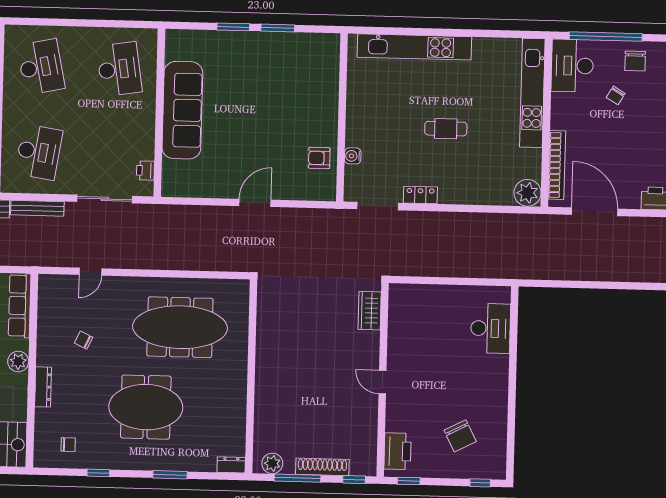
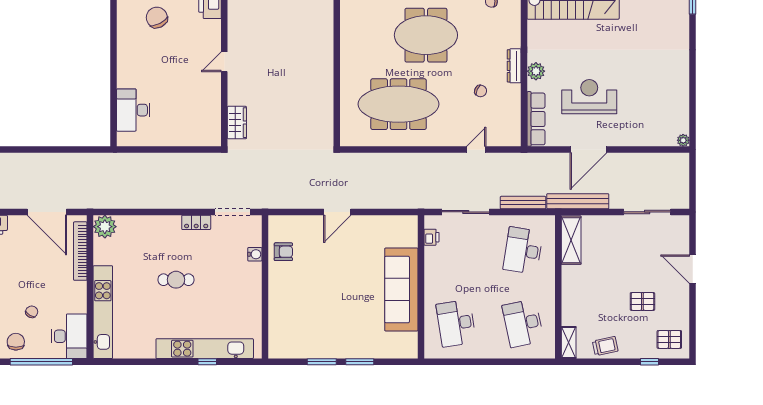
window: (412, 32) -> (207, 362), added
door: (383, 382) -> (224, 62), swing flipped
dresser: (43, 387) -> (514, 66), moved

